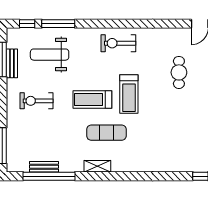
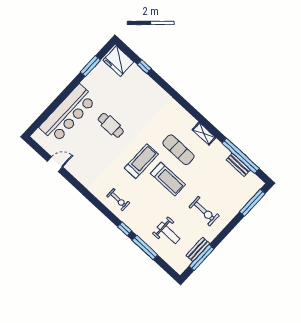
window: (27, 24) -> (125, 229), moved
exercise bike: (118, 43) -> (118, 200), width x0.73, depth x0.72
weight bench: (50, 55) -> (169, 233), width x0.73, depth x0.75
cafe table: (179, 72) -> (111, 125), moved, turned 90

